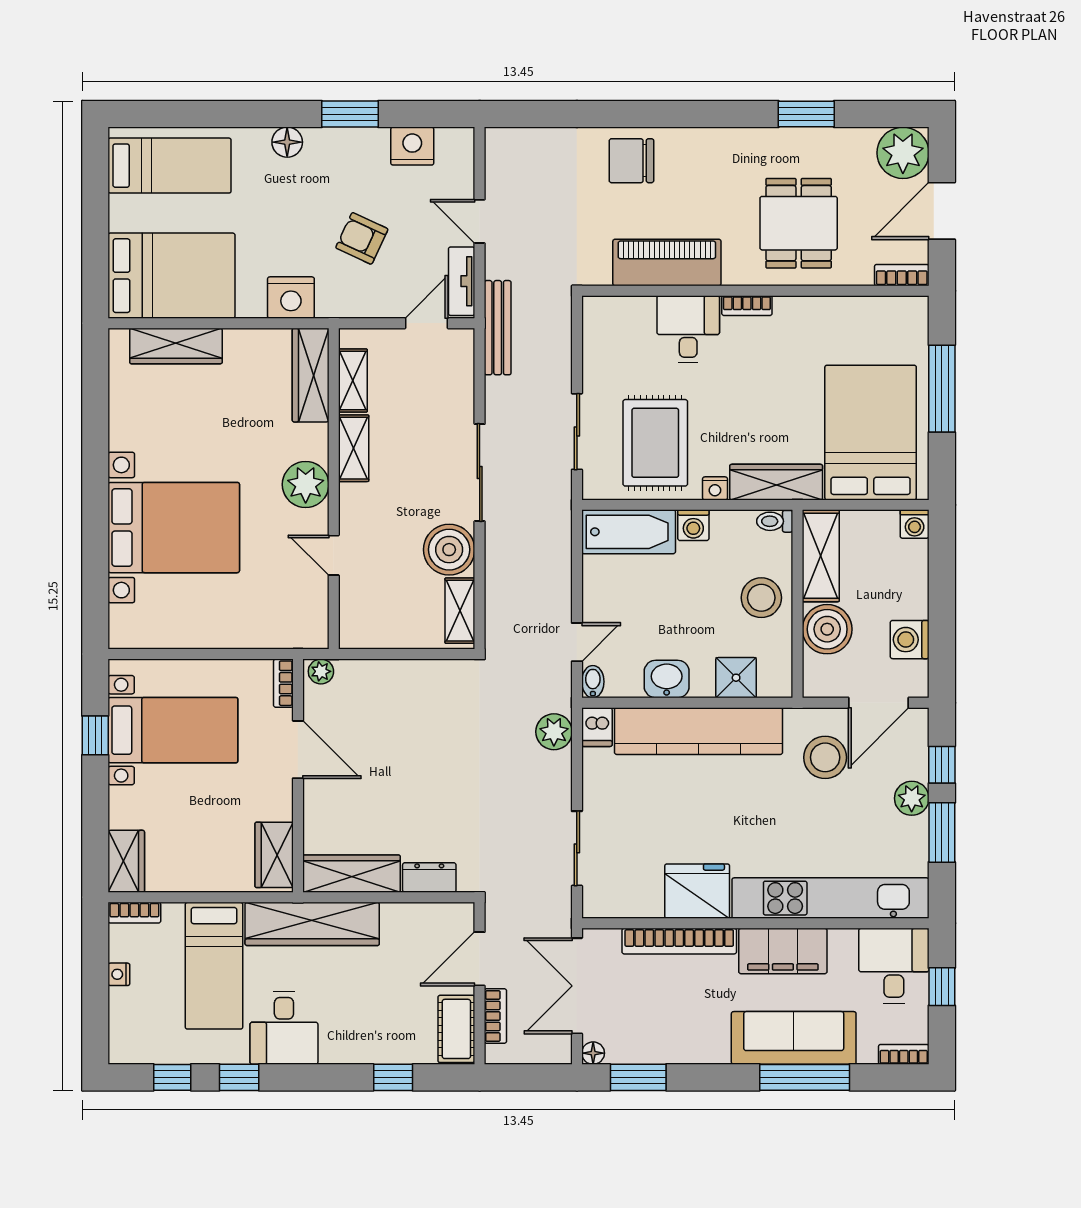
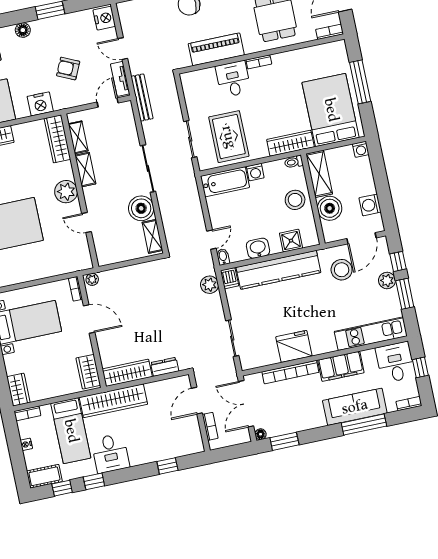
nightstand: (412, 146) -> (104, 18), moved, turned 90
nightstand: (715, 488) -> (262, 152), removed
kitchen unit: (830, 898) -> (371, 334), width x0.73
cot: (456, 1029) -> (44, 476), moved, turned 90

